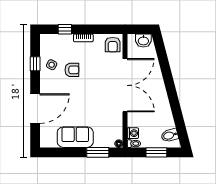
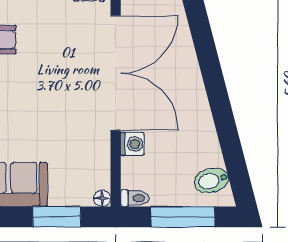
washing machine: (133, 133) -> (132, 144), moved
window: (156, 152) -> (183, 217), width x1.44

